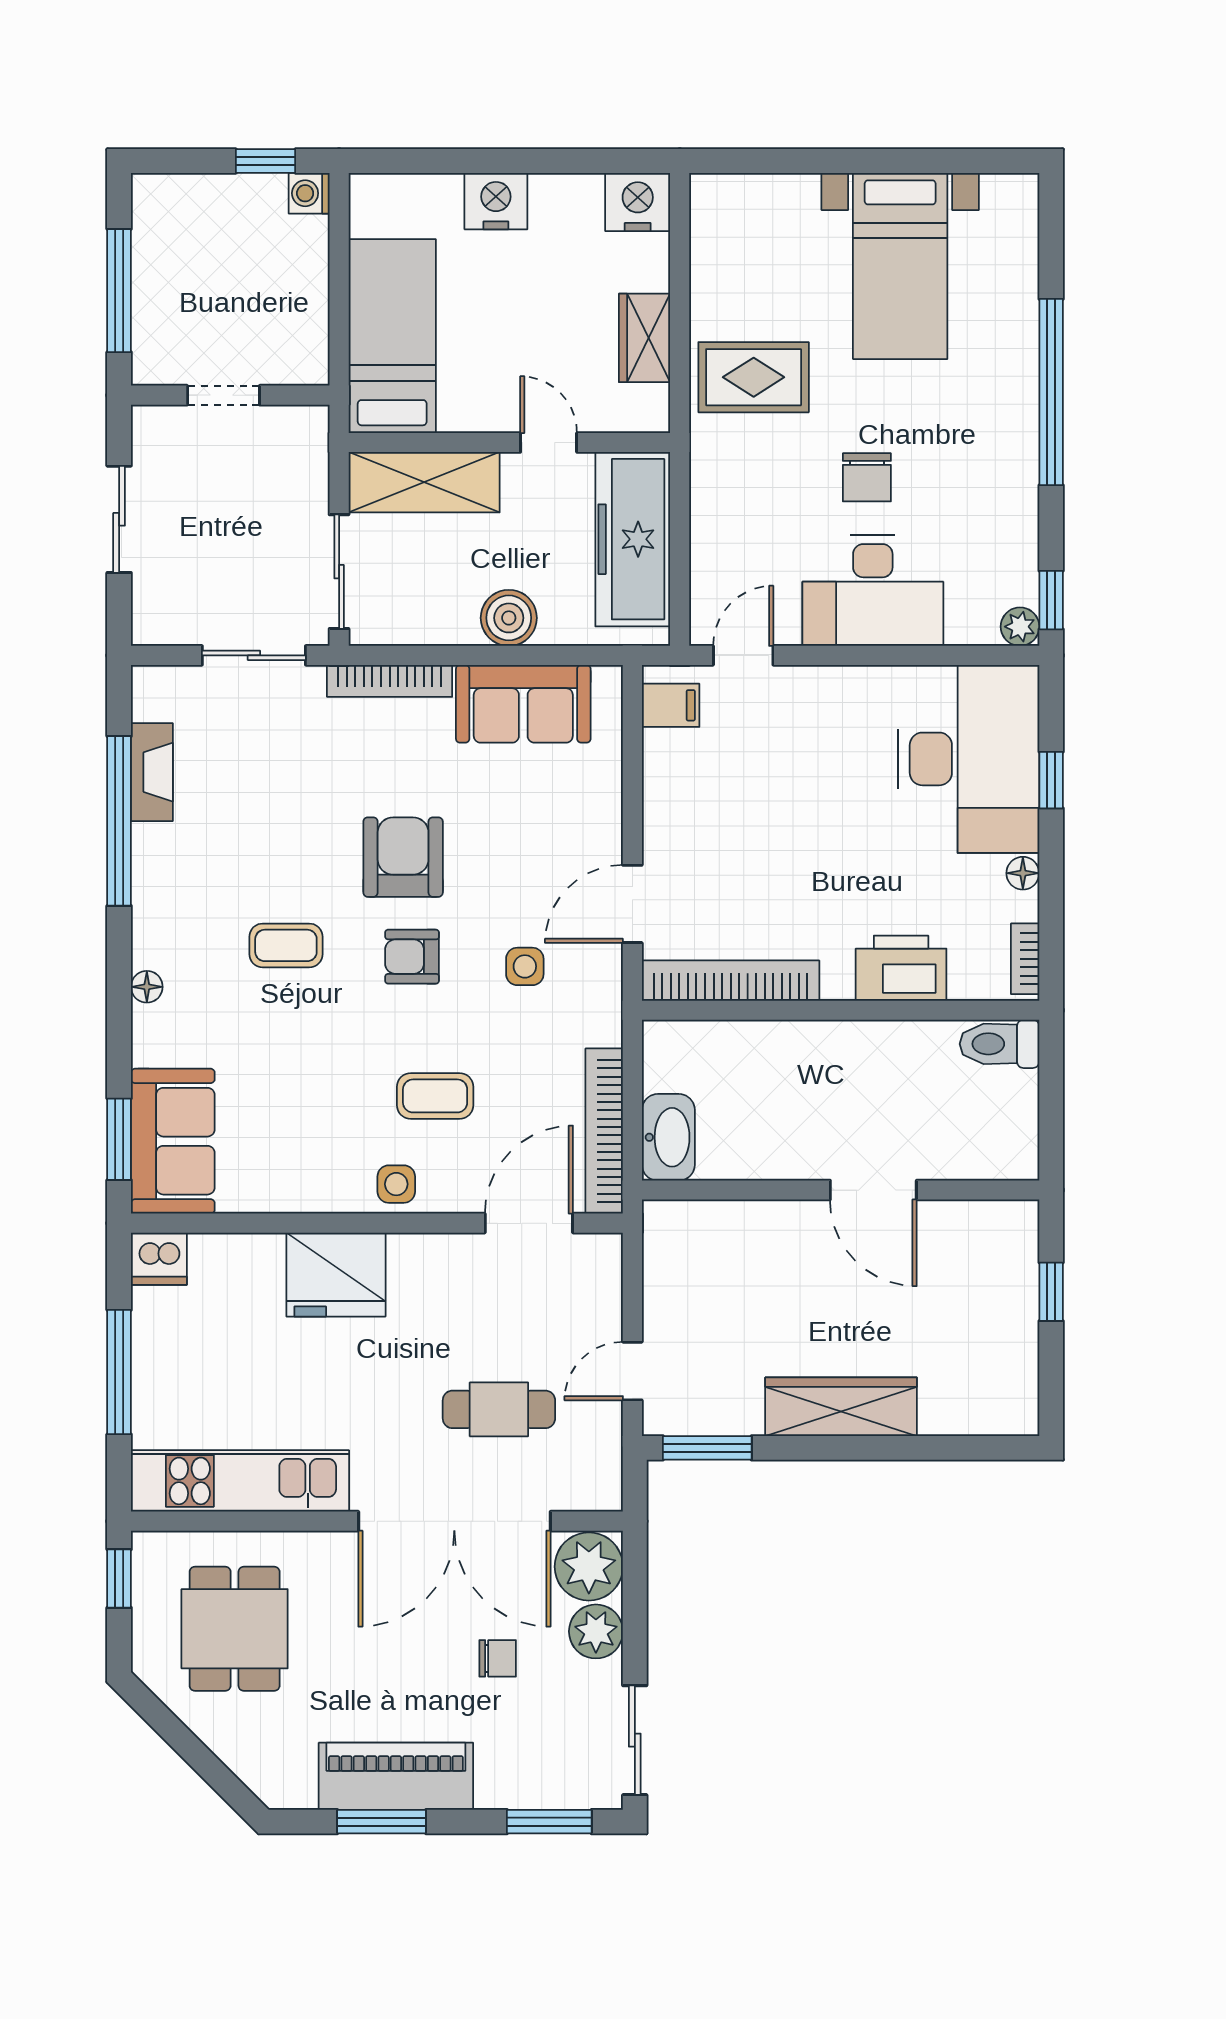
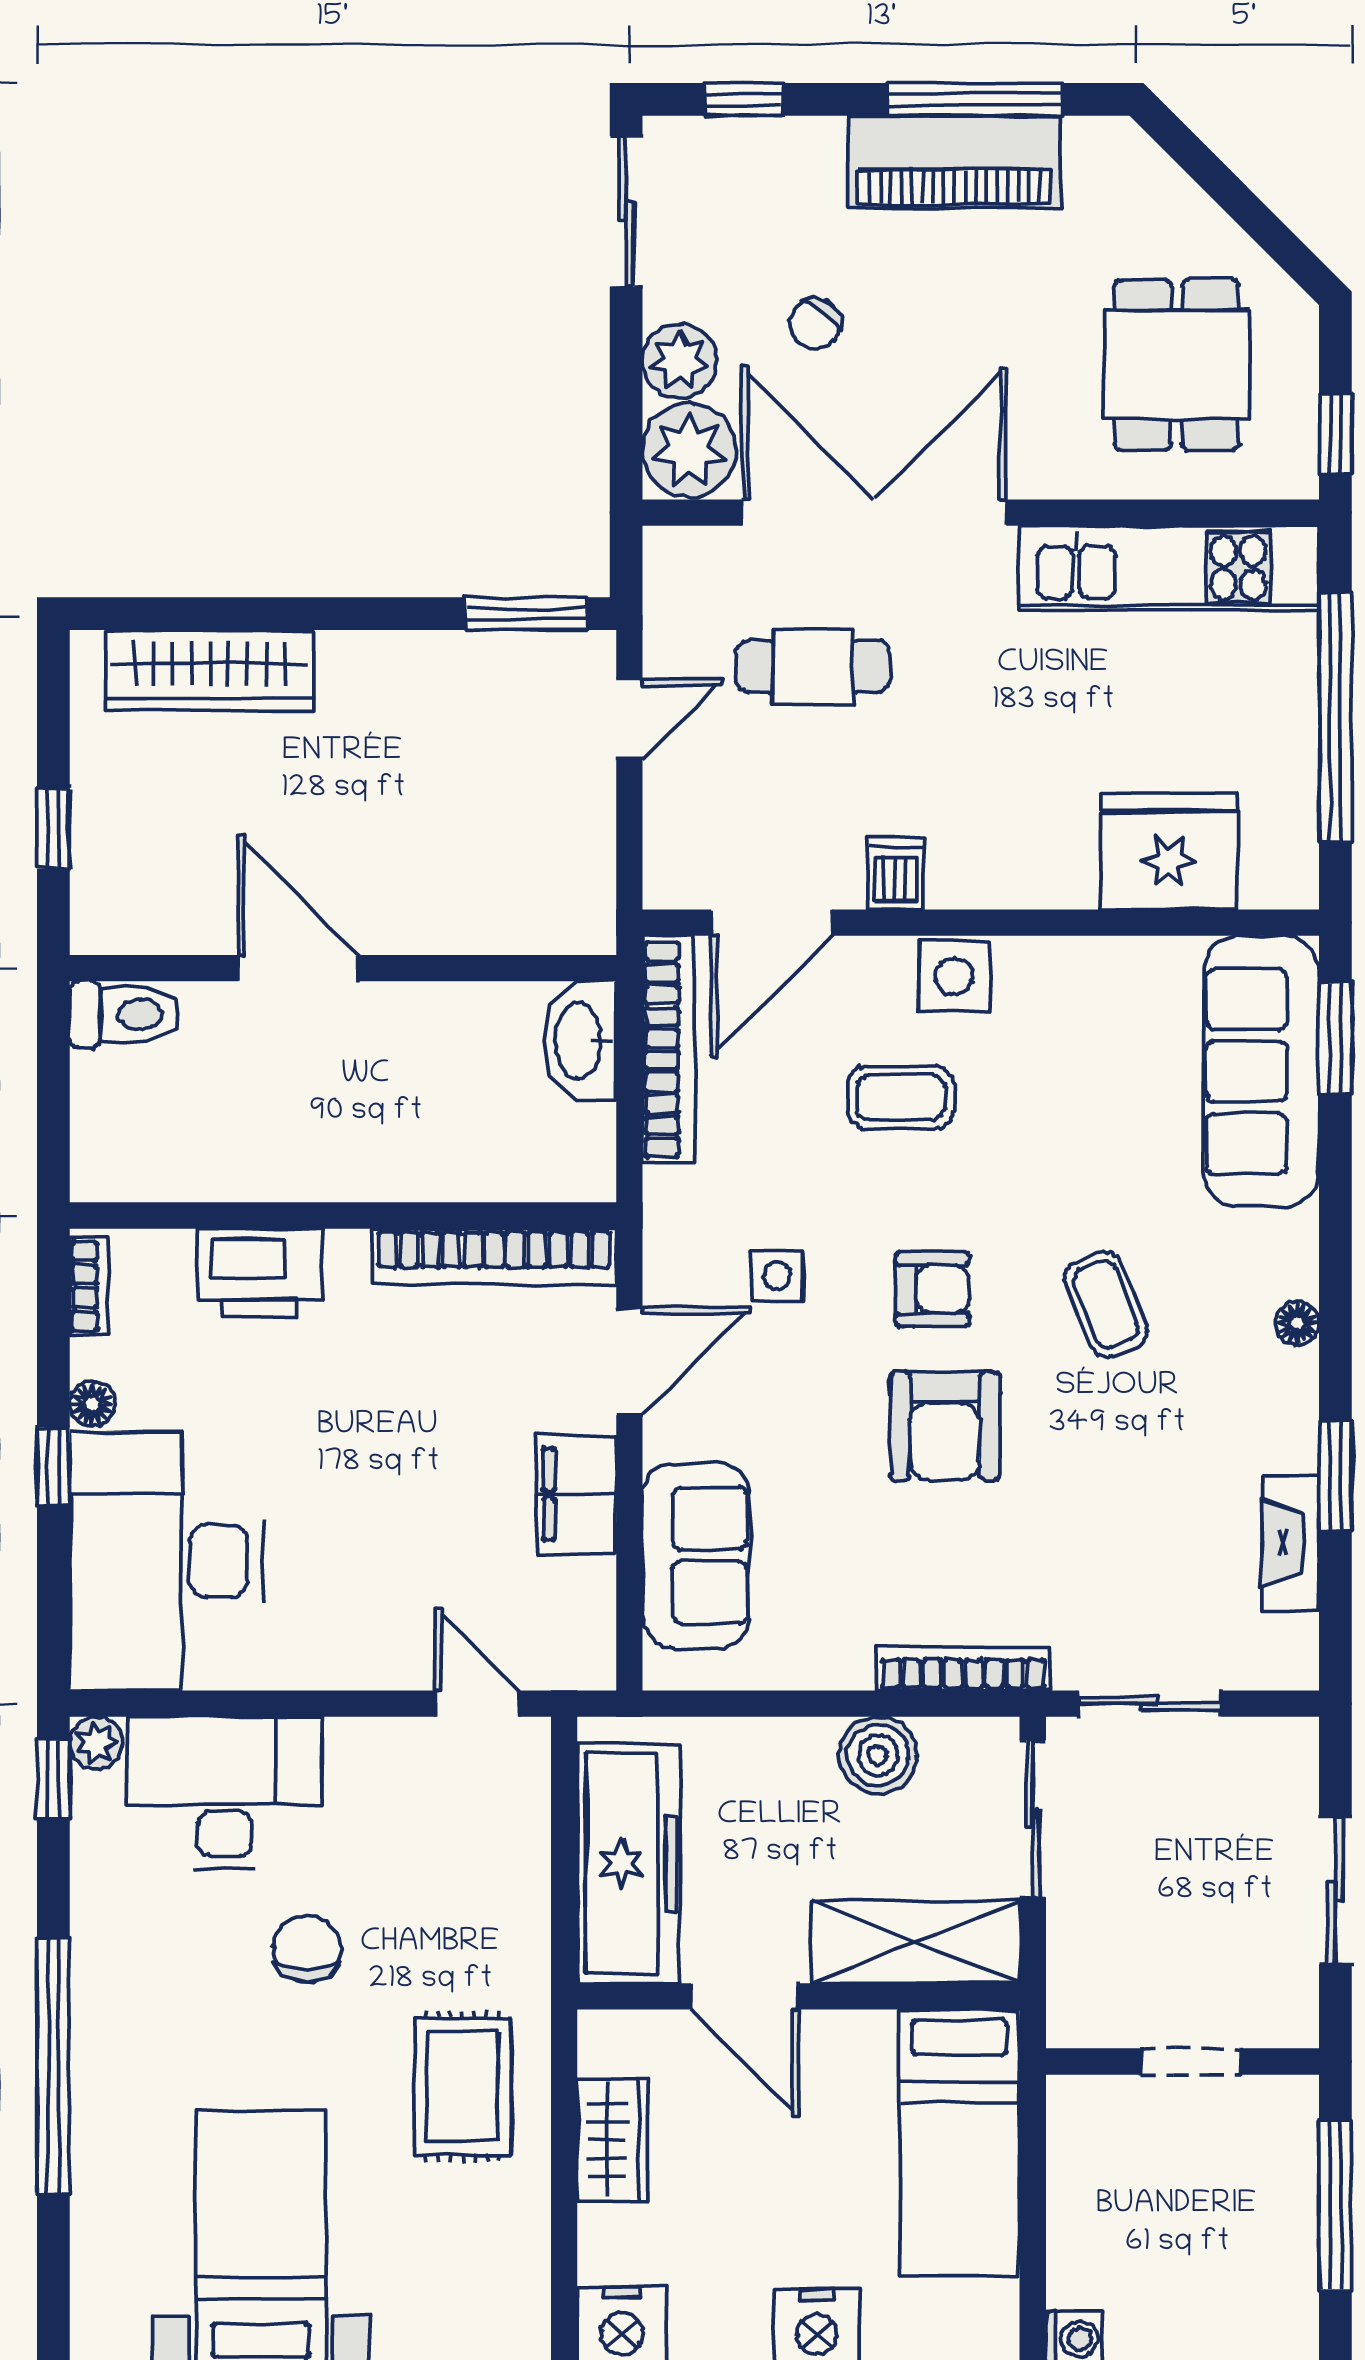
rug: (754, 377) -> (463, 2086), turned 90
door: (549, 442) -> (745, 1996), width x1.37
desk: (873, 591) -> (225, 1793), moved
boiler: (509, 618) -> (878, 1755), moved
door: (743, 655) -> (477, 1704), swing flipped
sofa: (523, 704) -> (696, 1555), moved, turned 90
filing cabinet: (671, 705) -> (577, 1494), moved, width x2.00
window: (1051, 780) -> (53, 1467), moved
window: (119, 821) -> (1335, 1476), width x0.47
coffee table: (286, 945) -> (1106, 1305), turned 68
floor lamp: (147, 987) -> (1297, 1323), moved
toilet: (999, 1044) -> (124, 1014), moved
sofa: (173, 1141) -> (1261, 1071), width x1.36
side table: (396, 1184) -> (954, 976), width x1.37, depth x1.37
dishwasher: (159, 1259) -> (895, 874), moved, width x0.73
fridge: (336, 1275) -> (1169, 852), moved
window: (119, 1372) -> (1335, 718), width x1.46
wardrobe: (841, 1407) -> (210, 670), moved
chair: (498, 1658) -> (815, 324), turned -52
window: (382, 1822) -> (974, 99), width x1.44
window: (549, 1822) -> (744, 99), width x0.67

